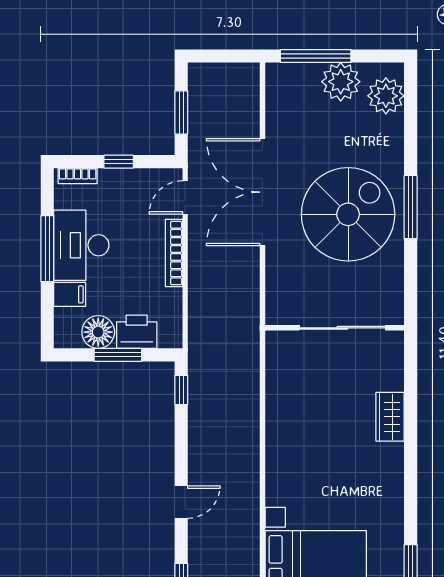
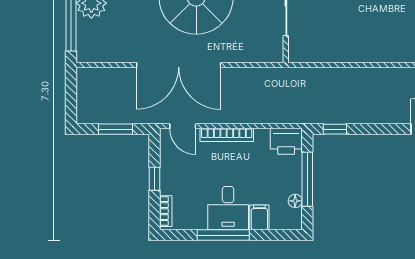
desk: (81, 245) -> (228, 208), width x0.73
floor lamp: (98, 332) -> (295, 201), width x0.53, depth x0.53
printer: (137, 332) -> (286, 141), moved, turned -90
window: (118, 355) -> (307, 179), width x1.44

